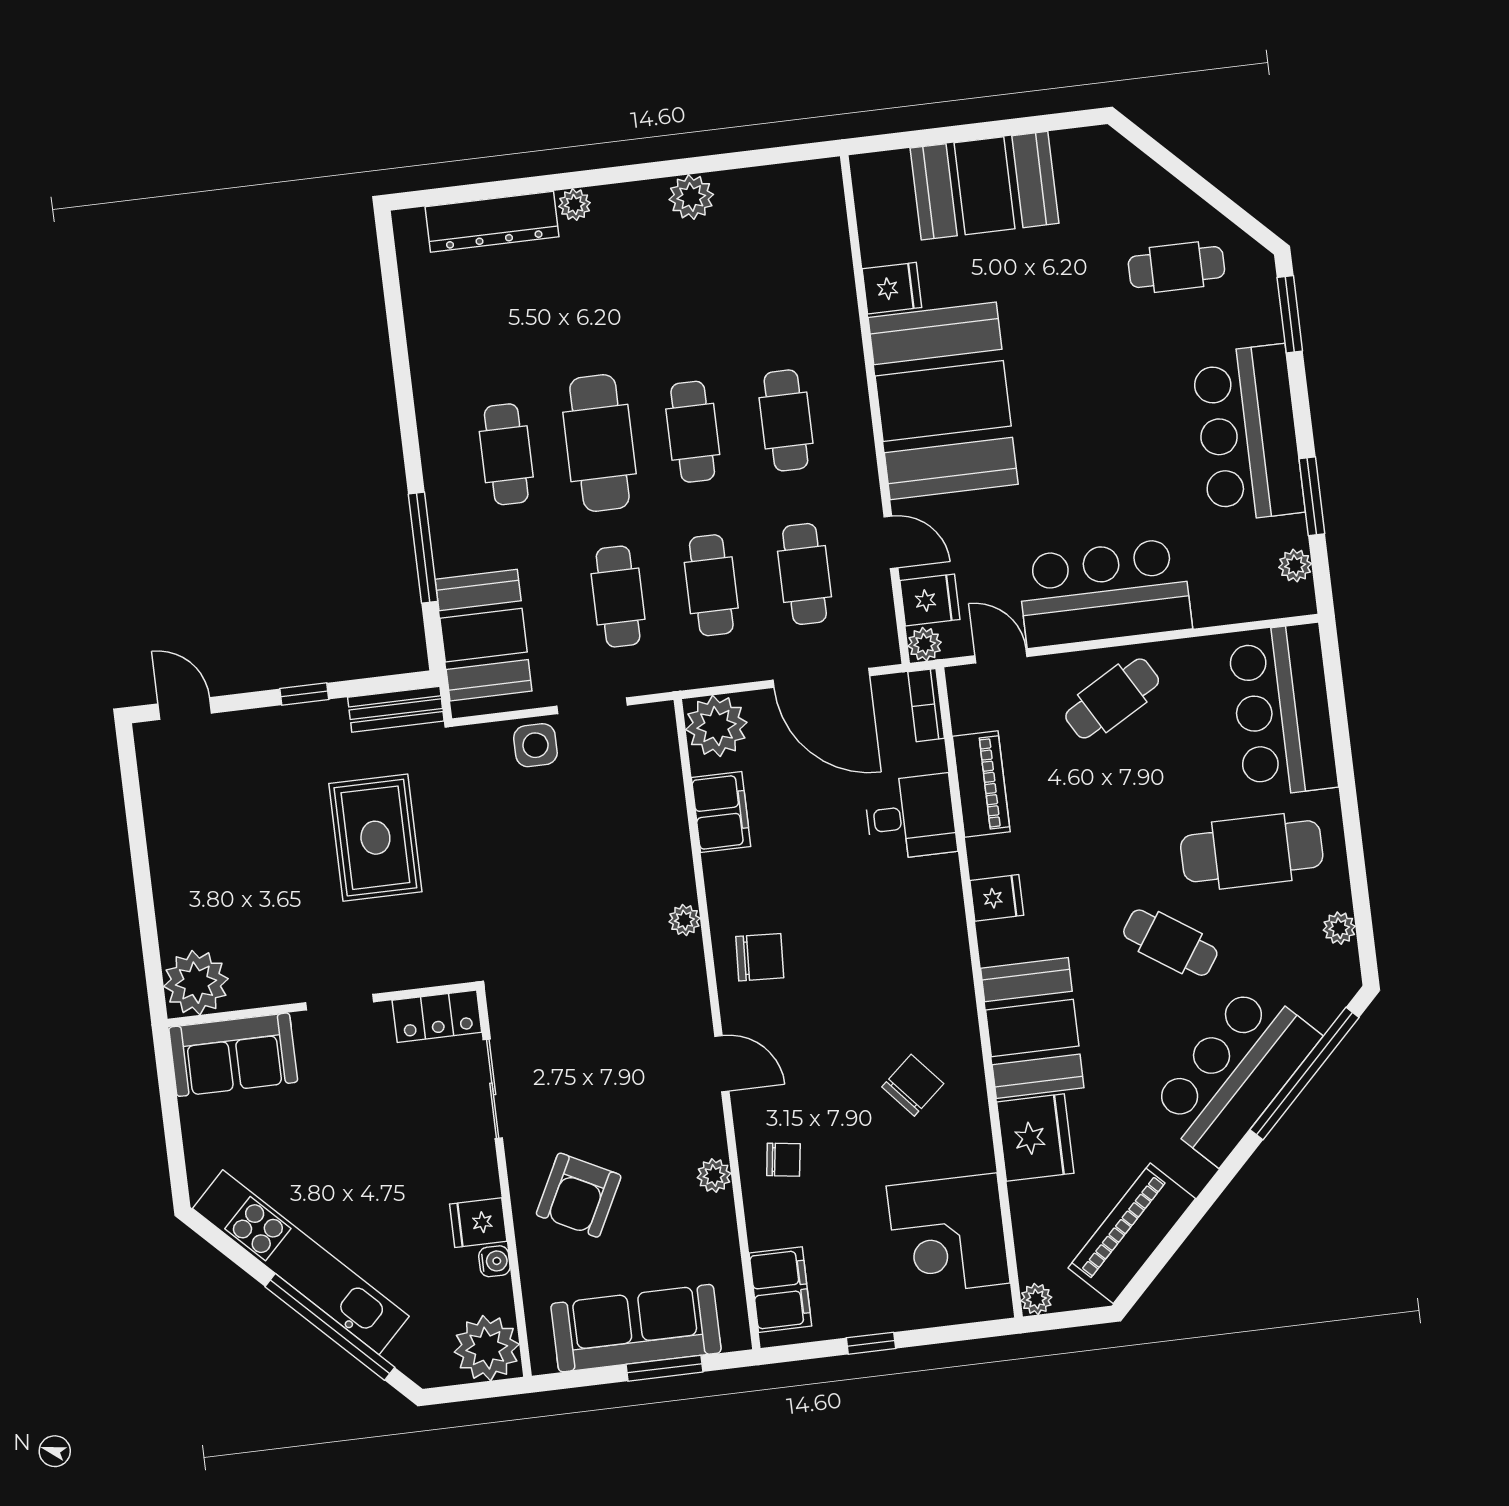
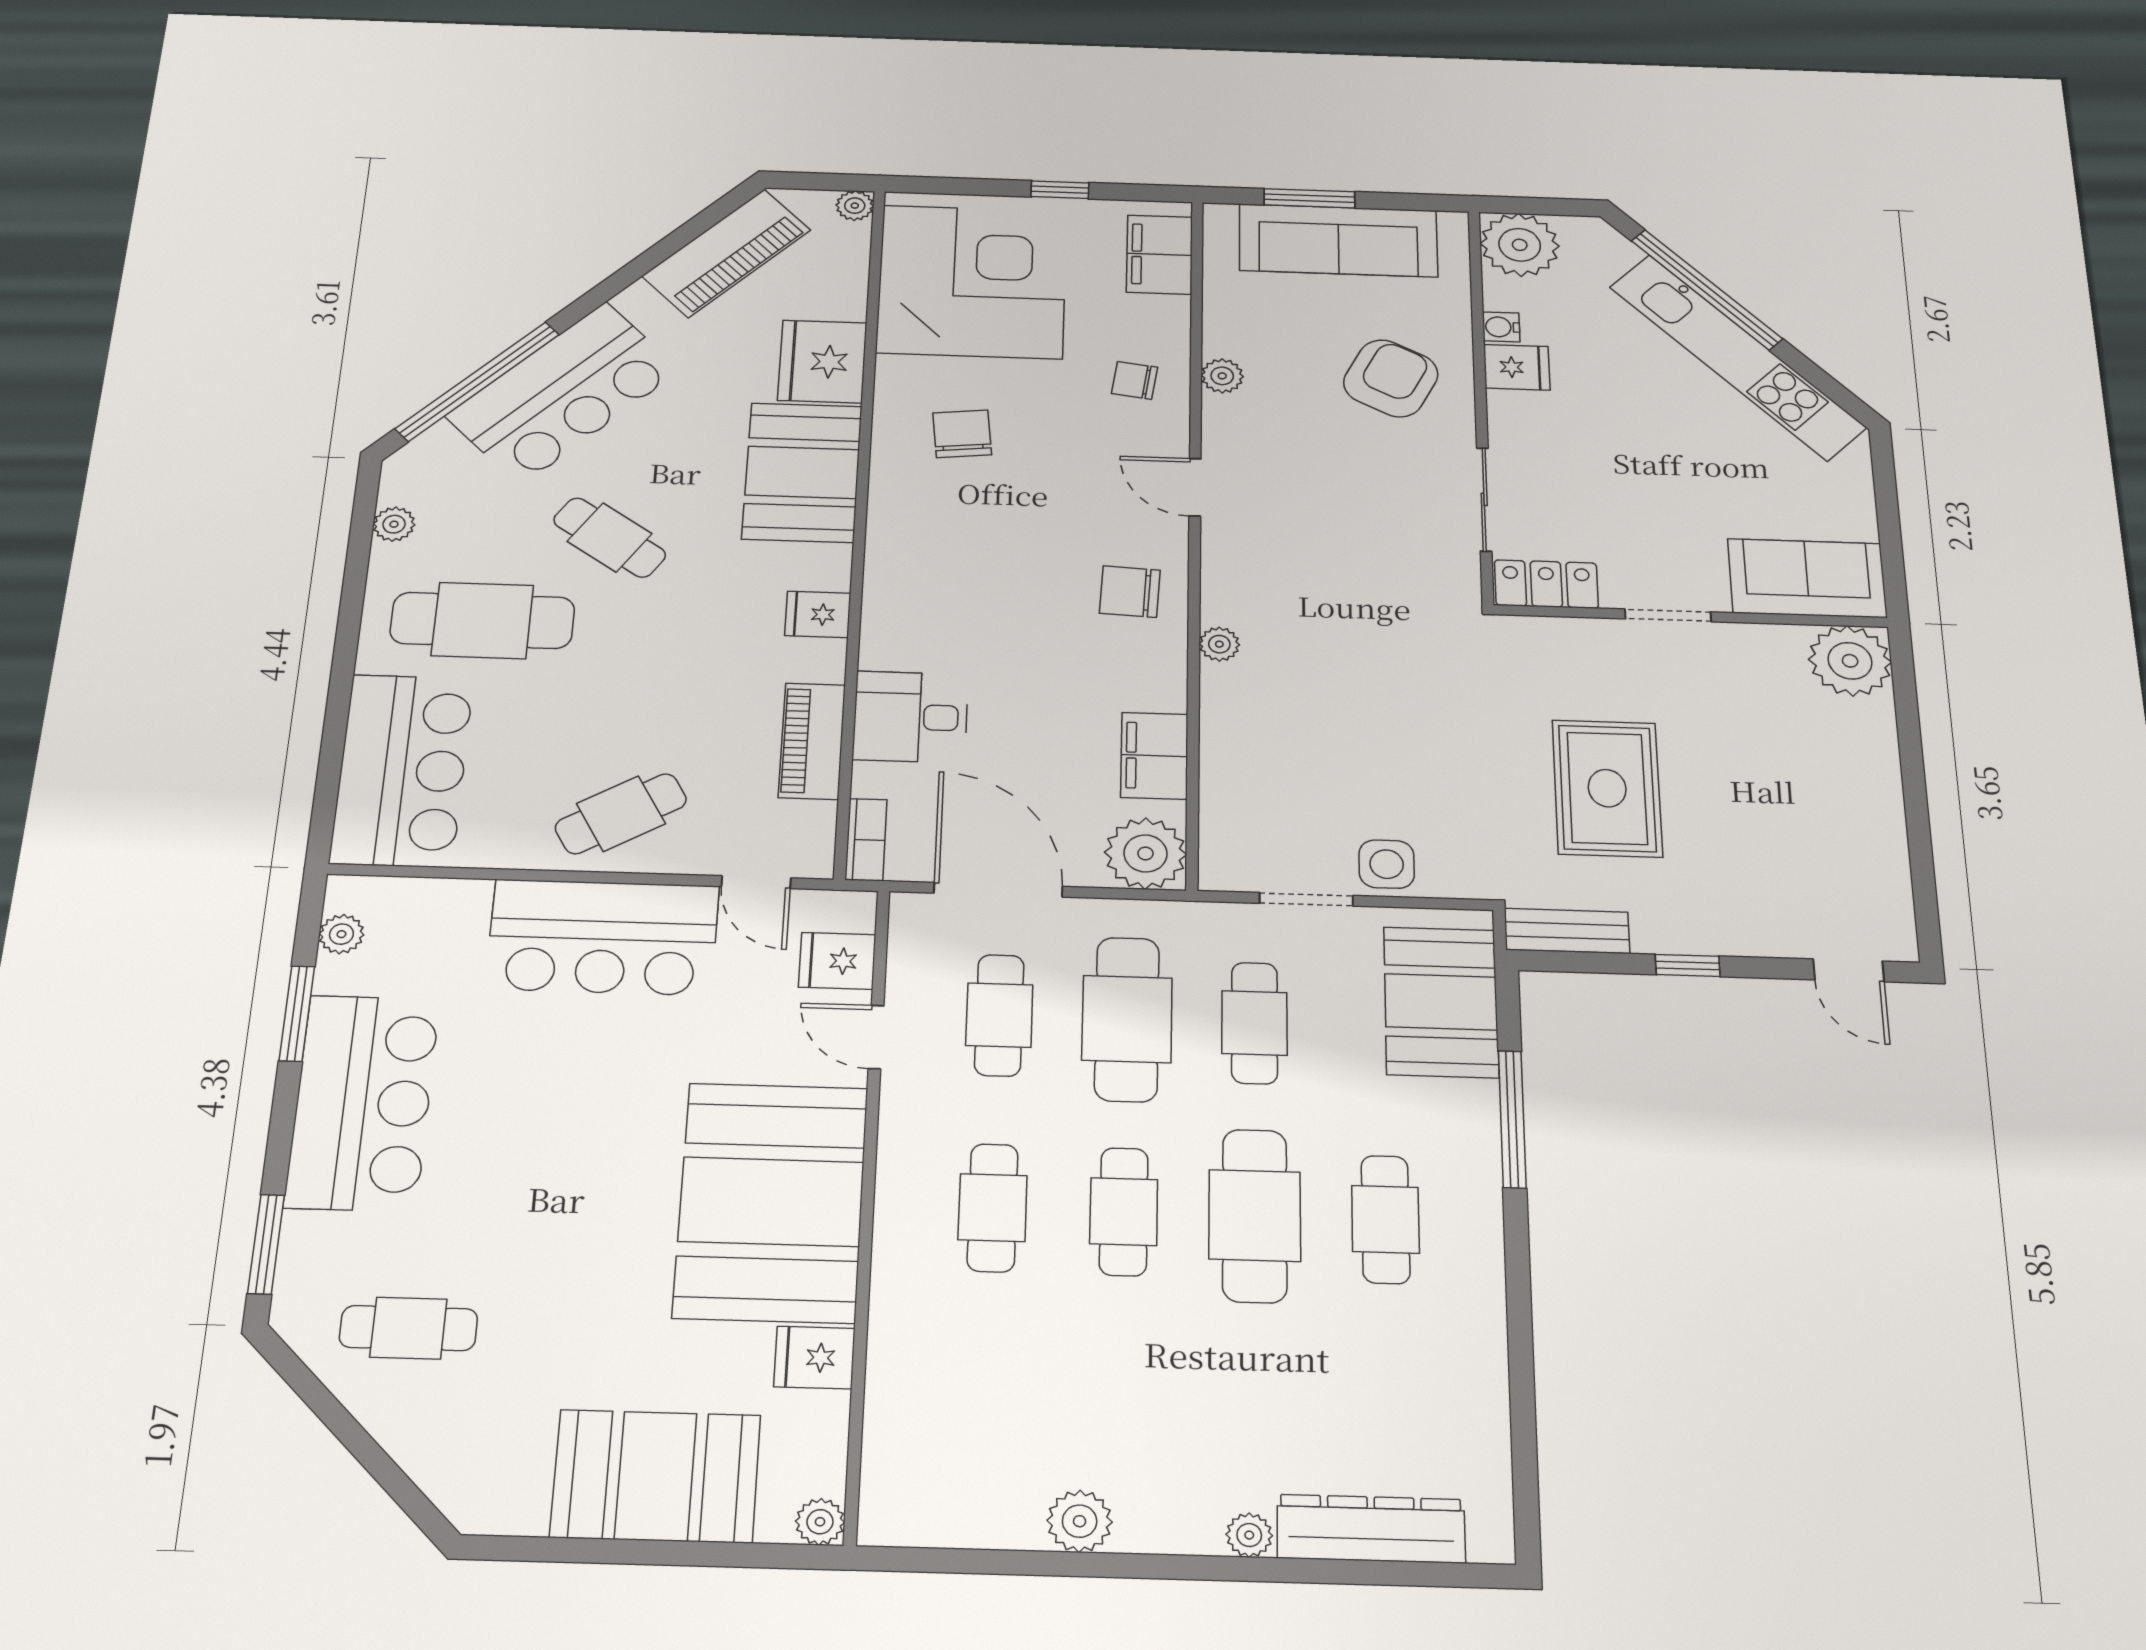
cafe table: (711, 585) -> (1127, 1019), width x1.37, depth x1.35
plant: (925, 644) -> (820, 1522), moved
chair: (913, 1085) -> (962, 434), turned 125
corner desk: (948, 1235) -> (972, 282), width x1.36, depth x1.36

